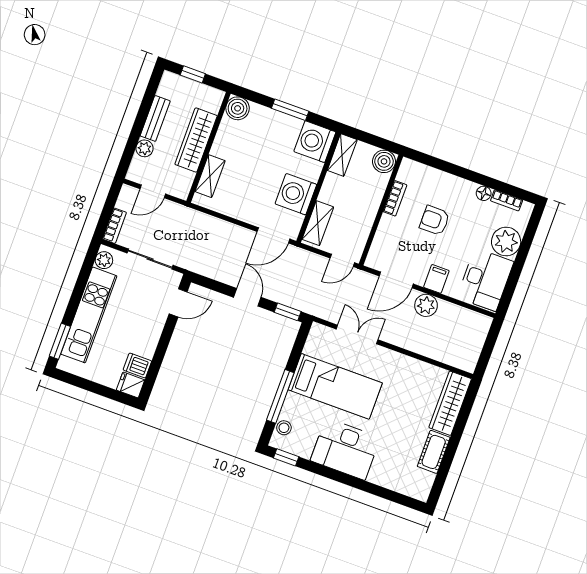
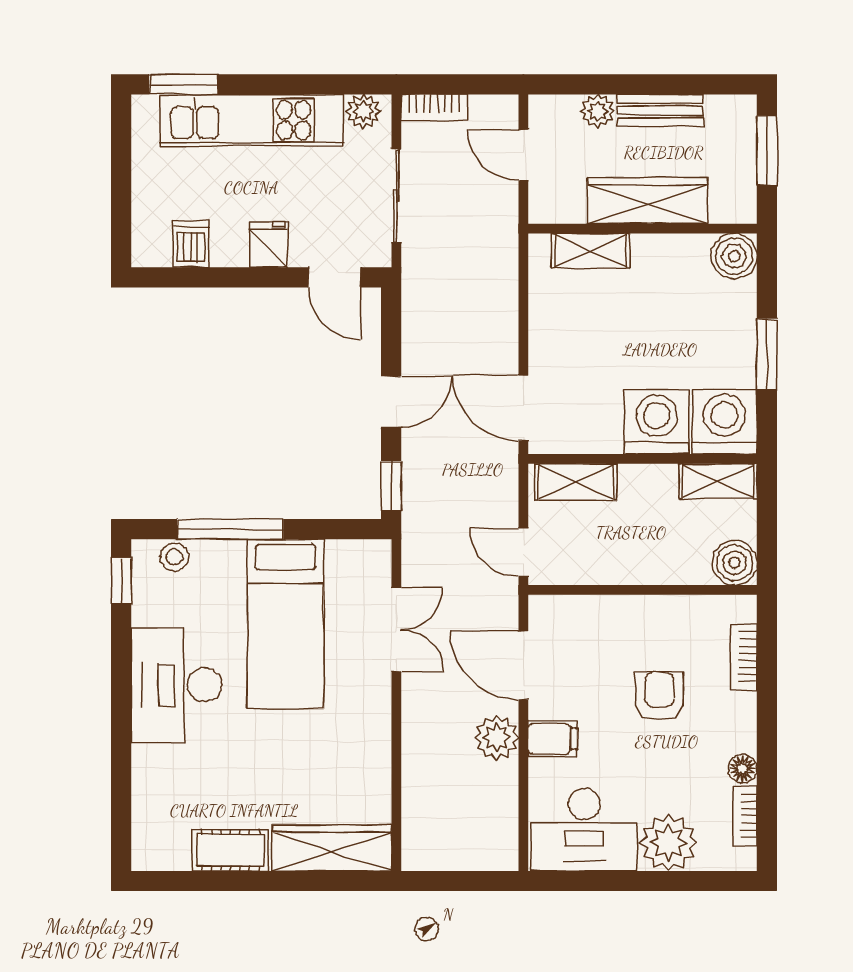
window: (193, 74) -> (767, 150), width x1.50
washing machine: (296, 194) -> (657, 422), moved
bookcase: (395, 198) -> (744, 657), moved, turned 90
fridge: (131, 385) -> (269, 244), moved

